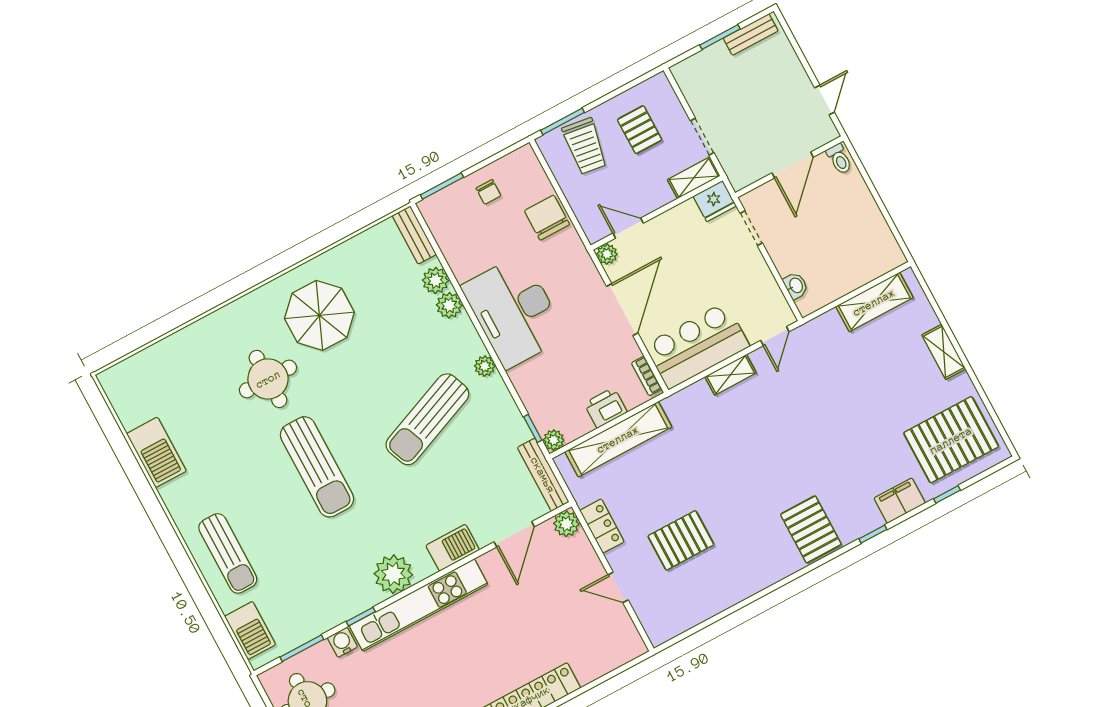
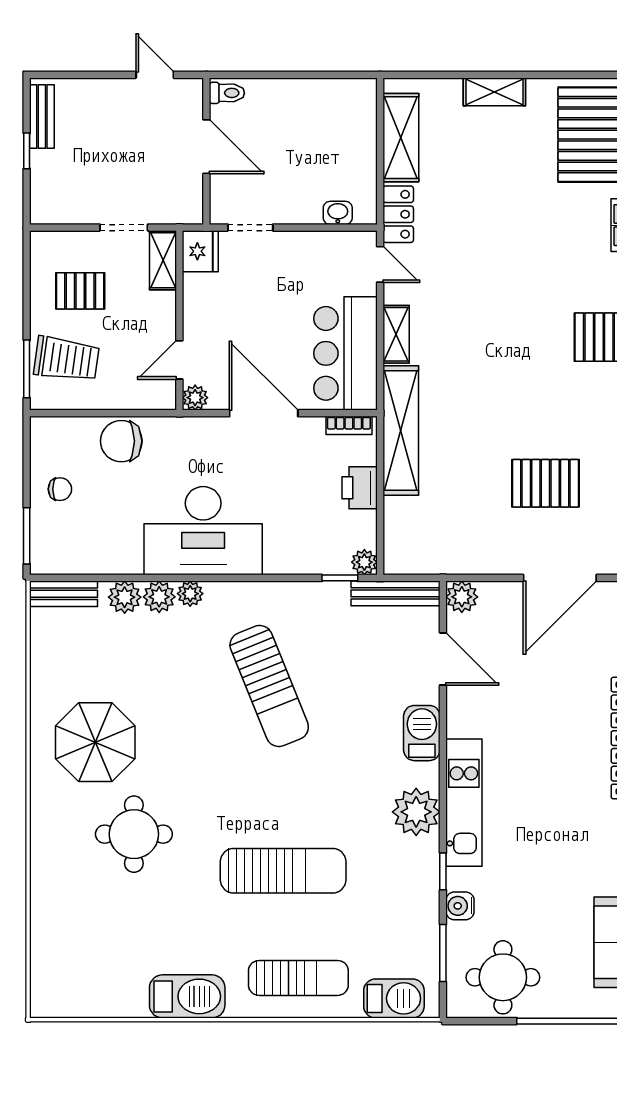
window: (720, 37) -> (27, 151), width x0.67
plant: (485, 366) -> (190, 594), moved
shelving: (618, 439) -> (401, 431), moved
barbecue: (156, 452) -> (187, 996), moved
sun lounger: (317, 467) -> (283, 871), moved
locker: (602, 526) -> (398, 214), moved, turned 90
pallet: (681, 540) -> (545, 483), turned 90
door: (618, 587) -> (560, 578), width x1.87
kitchen unit: (419, 605) -> (464, 803), width x0.73

